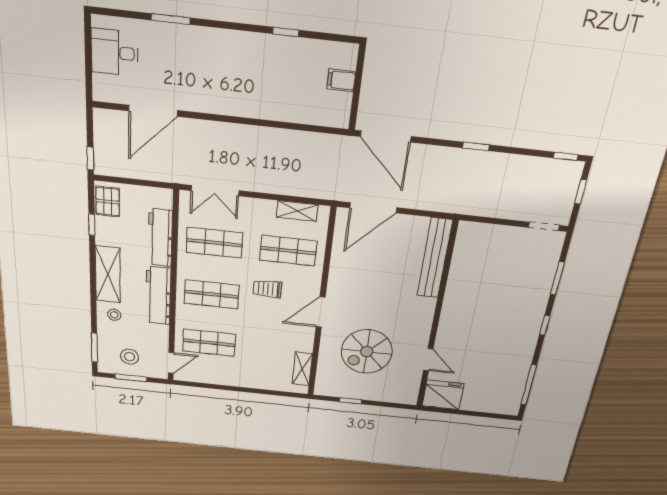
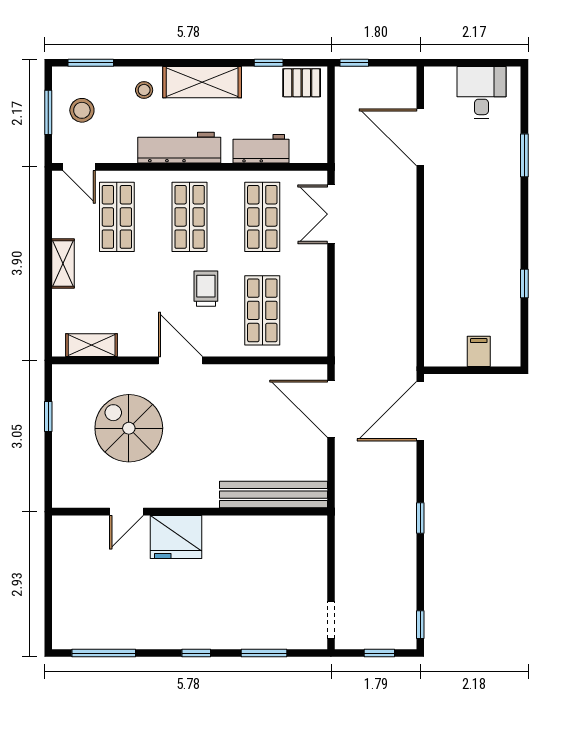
shelving: (297, 211) -> (63, 264), moved
workbench: (160, 238) -> (261, 149), width x0.73
fridge: (443, 395) -> (176, 537), moved, turned 90

